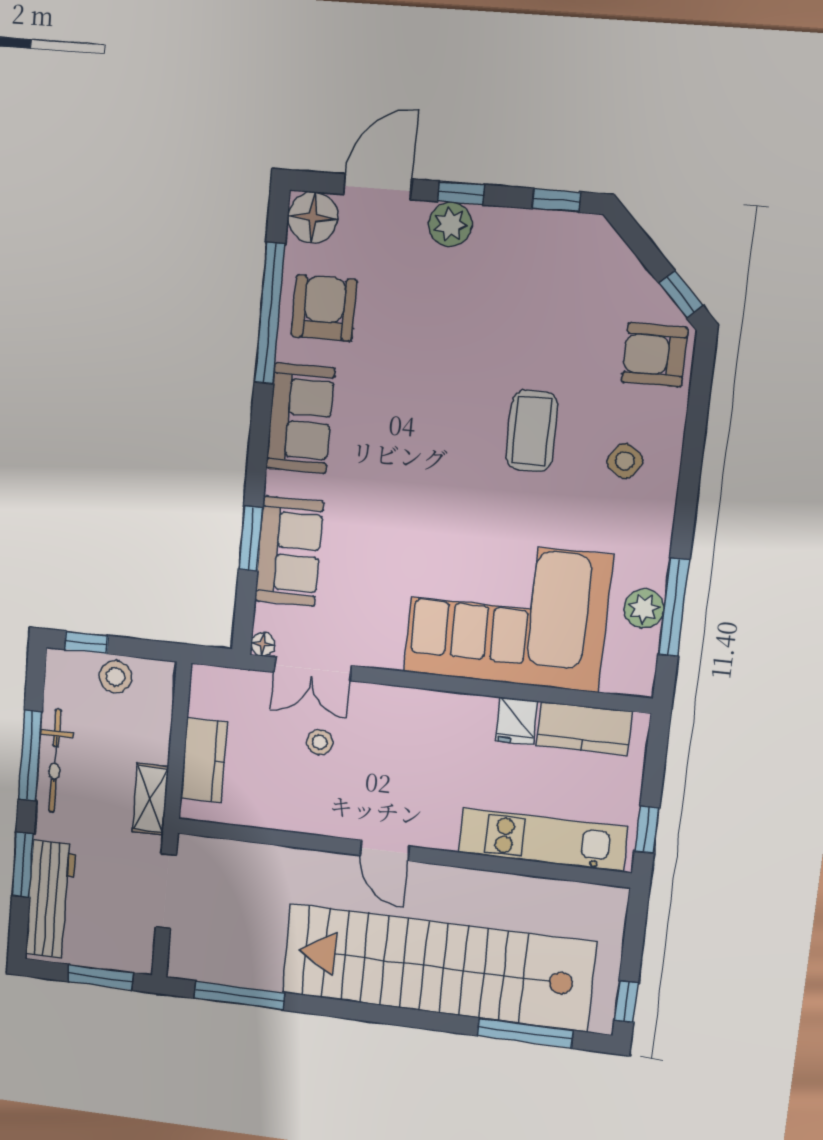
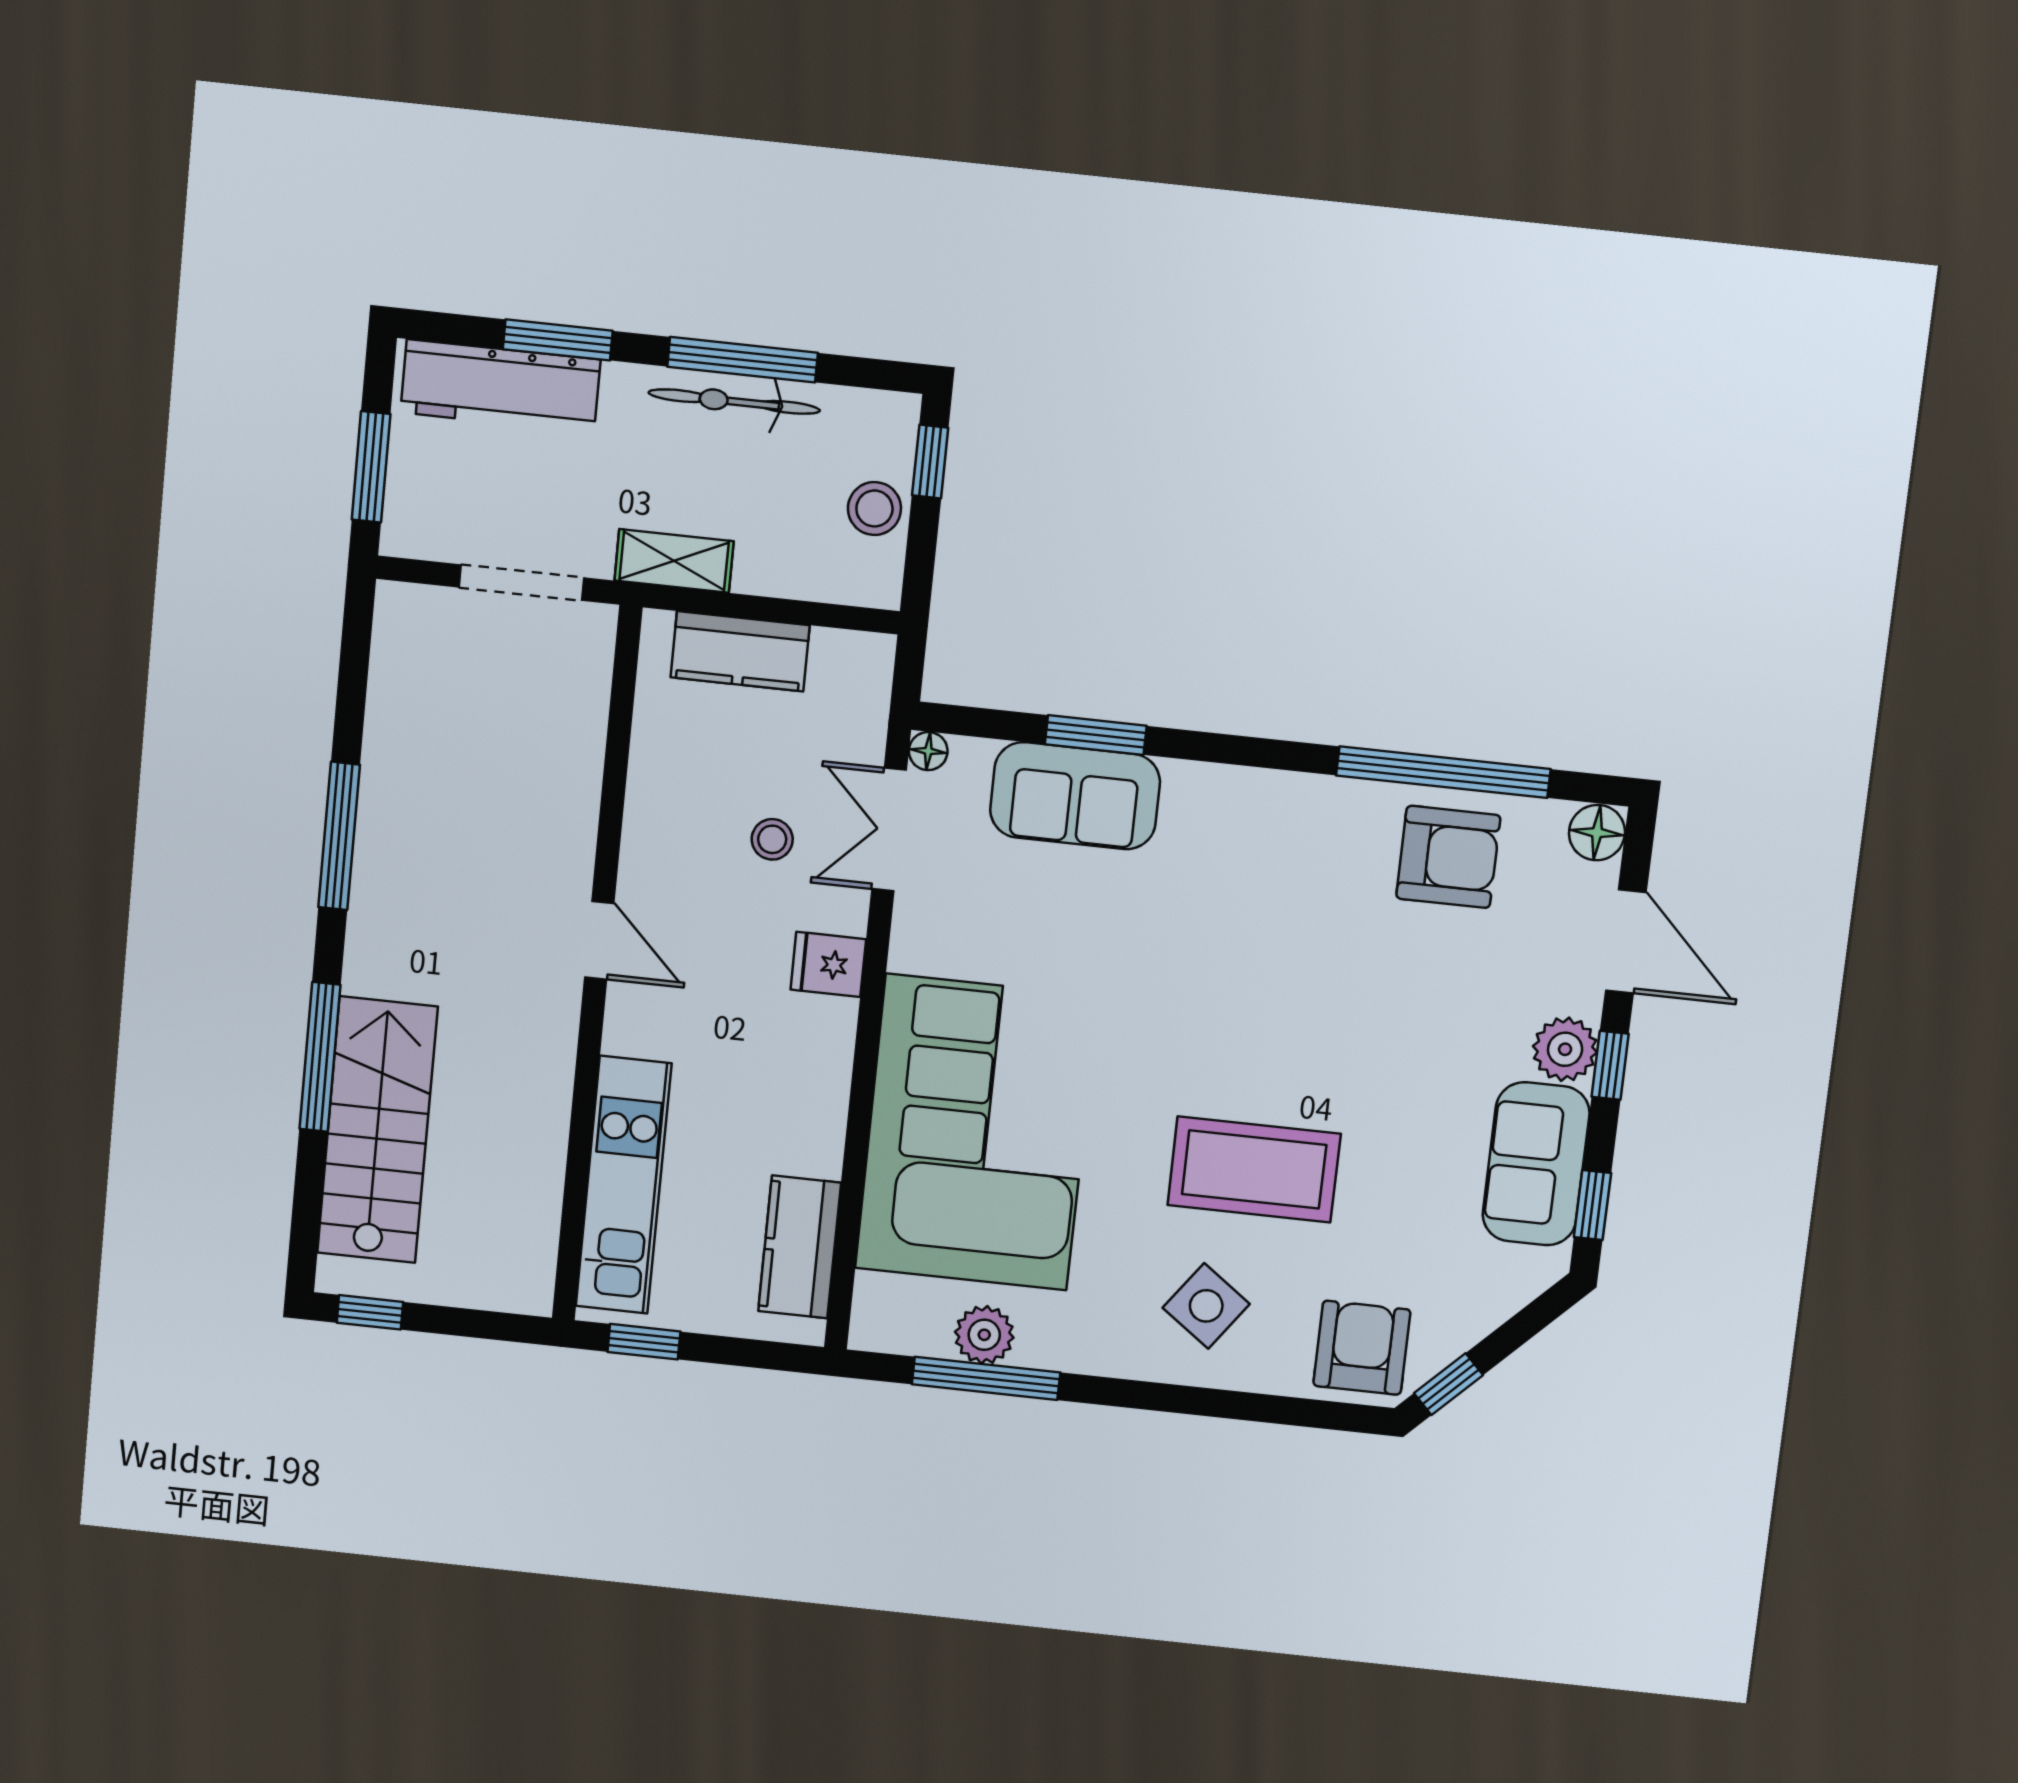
floor lamp: (313, 217) -> (1597, 833), width x0.73, depth x0.73
sofa: (300, 418) -> (1536, 1164), moved, turned 90
coffee table: (532, 431) -> (1254, 1169), width x1.36, depth x1.32
side table: (625, 461) -> (1206, 1306), width x1.37, depth x1.37
fridge: (516, 721) -> (828, 964), moved
door: (385, 851) -> (599, 940), swing flipped
stairs: (438, 967) -> (377, 1130), width x0.54, depth x0.66
window: (239, 995) -> (339, 836), moved
window: (525, 1033) -> (320, 1057), moved

